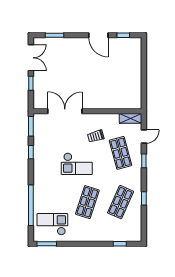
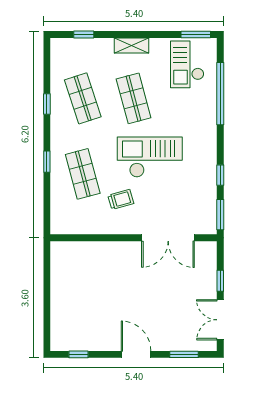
door: (98, 35) -> (136, 354), moved
shelving: (130, 118) -> (132, 45), moved
door: (144, 137) -> (47, 199), removed
checkout: (77, 164) -> (150, 157), width x1.36, depth x1.21
shop shelf: (87, 202) -> (134, 98), turned -33
shop shelf: (121, 202) -> (83, 98), turned -42
checkout: (52, 224) -> (187, 64), turned 90

